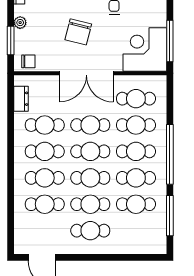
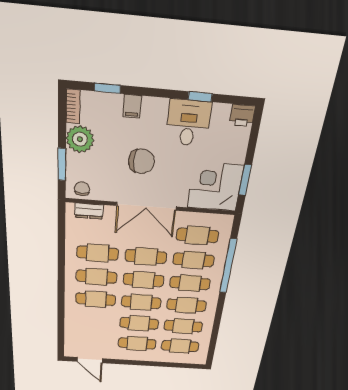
plant: (20, 23) -> (80, 139), width x1.87, depth x1.87
chair: (78, 32) -> (141, 161), turned -104
window: (170, 41) -> (245, 180), width x0.69
chair: (28, 61) -> (82, 189), turned -90
dresser: (21, 99) -> (89, 211), moved, turned 90
window: (170, 154) -> (228, 266), moved
cafe table: (45, 204) -> (180, 346), moved
window: (170, 216) -> (214, 337), removed

